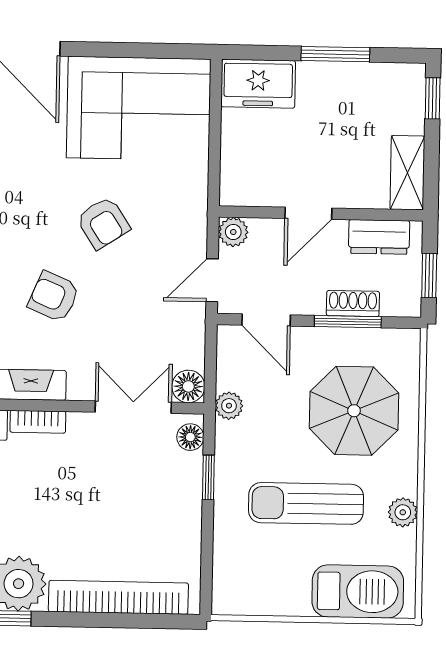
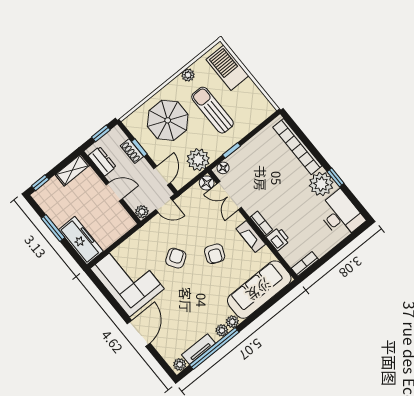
freezer: (258, 84) -> (81, 241), width x1.40
window: (348, 322) -> (139, 148), width x0.67
plant: (229, 406) -> (198, 160), width x1.88, depth x1.88
sun lounger: (306, 503) -> (213, 110), turned 180

